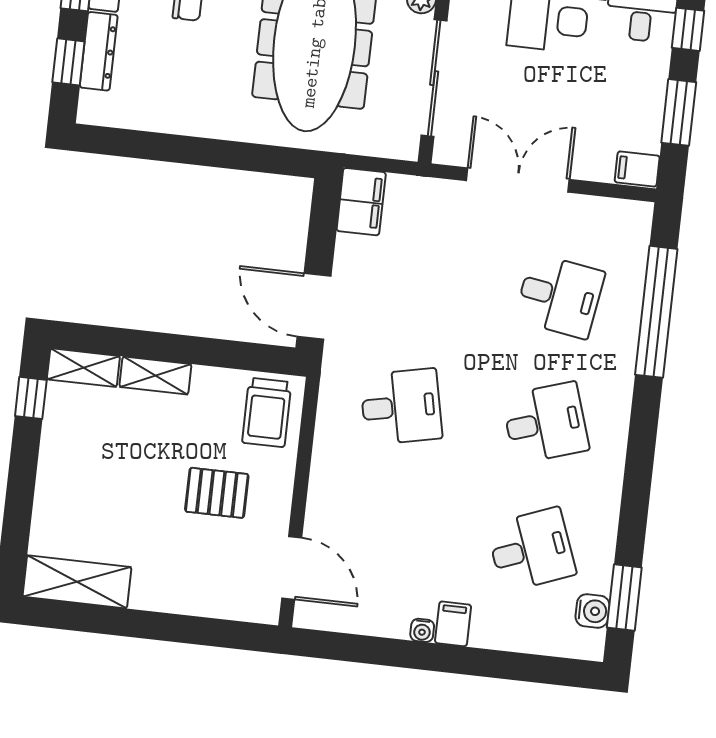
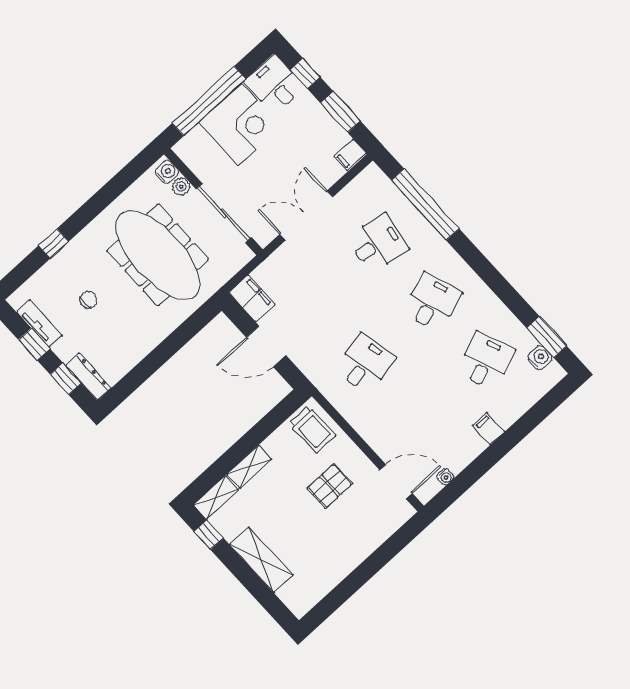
dresser: (99, 51) -> (88, 377), moved
door: (314, 306) -> (266, 346), moved
shelving: (77, 582) -> (261, 560), moved, turned 90
water cooler: (422, 630) -> (445, 477), moved

